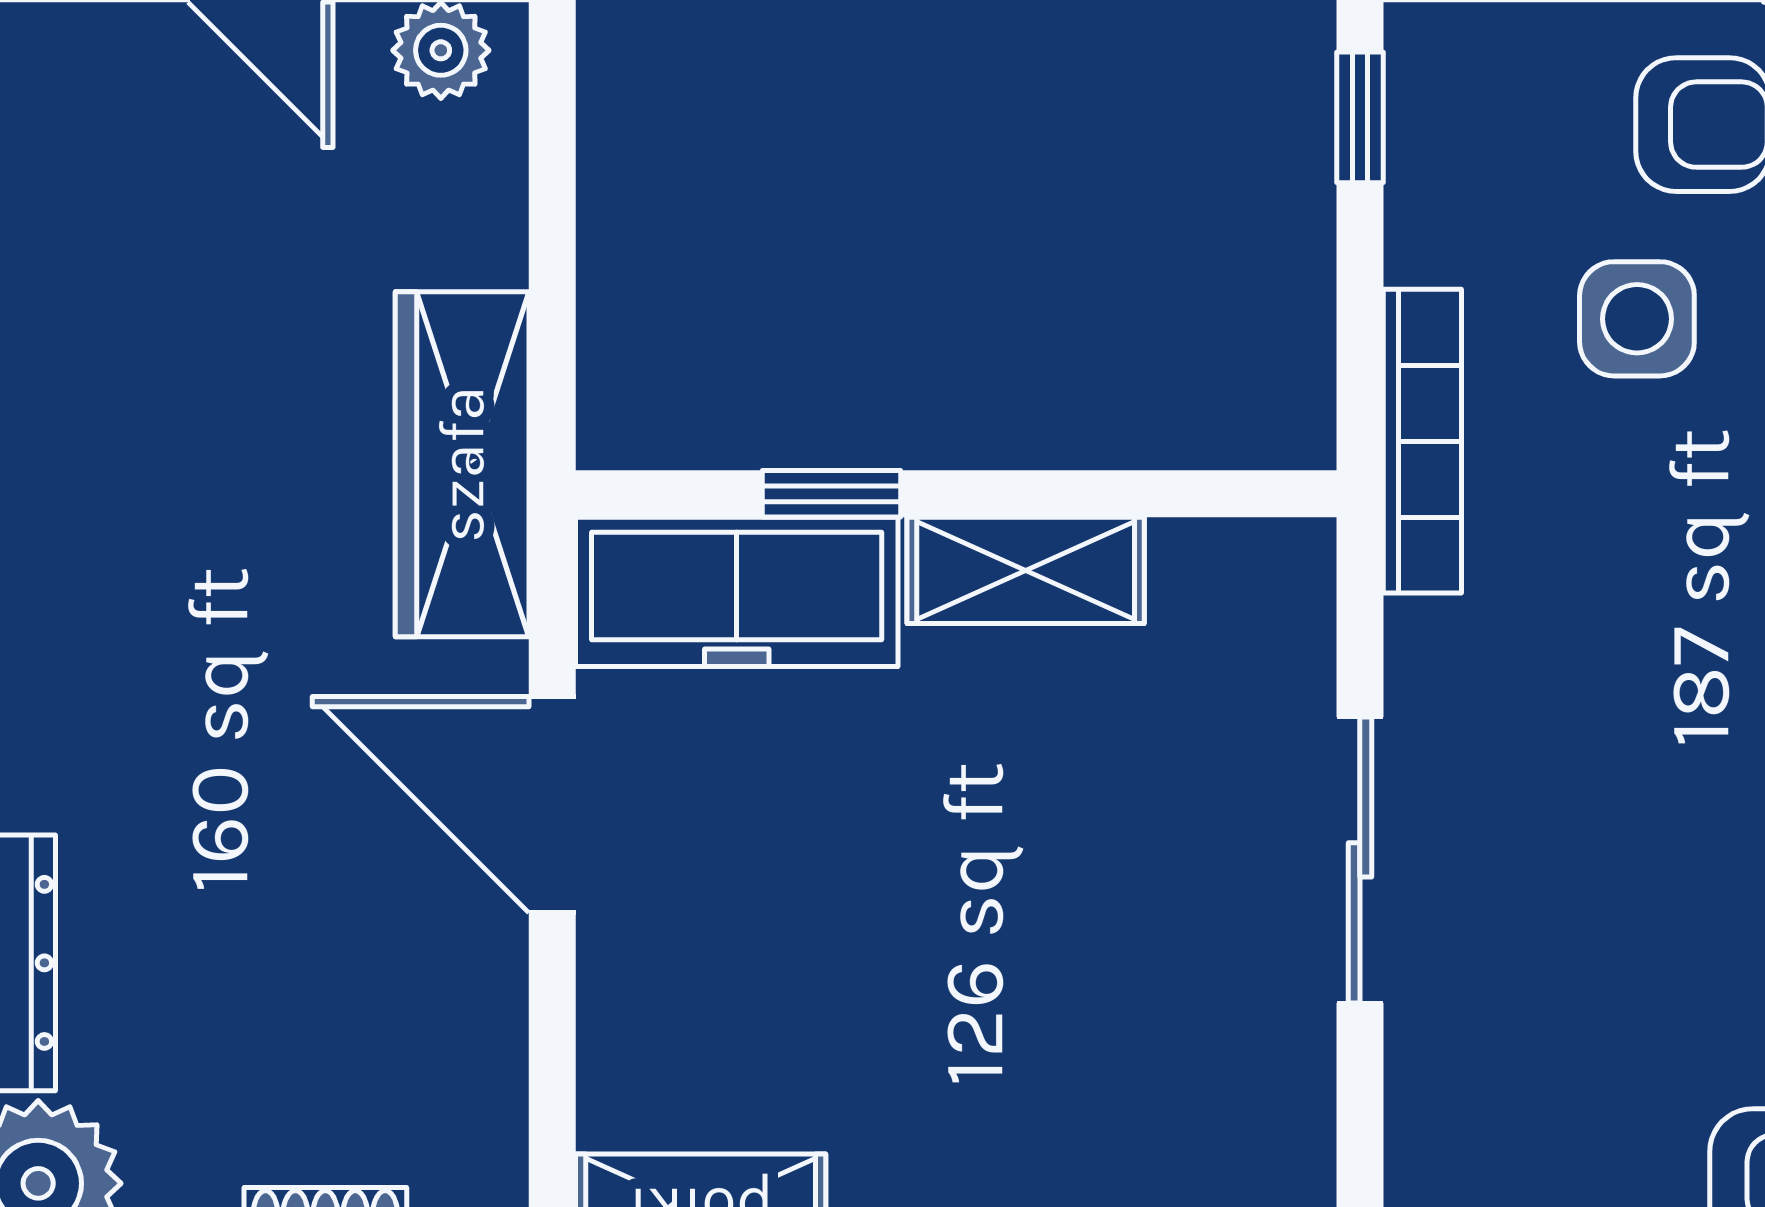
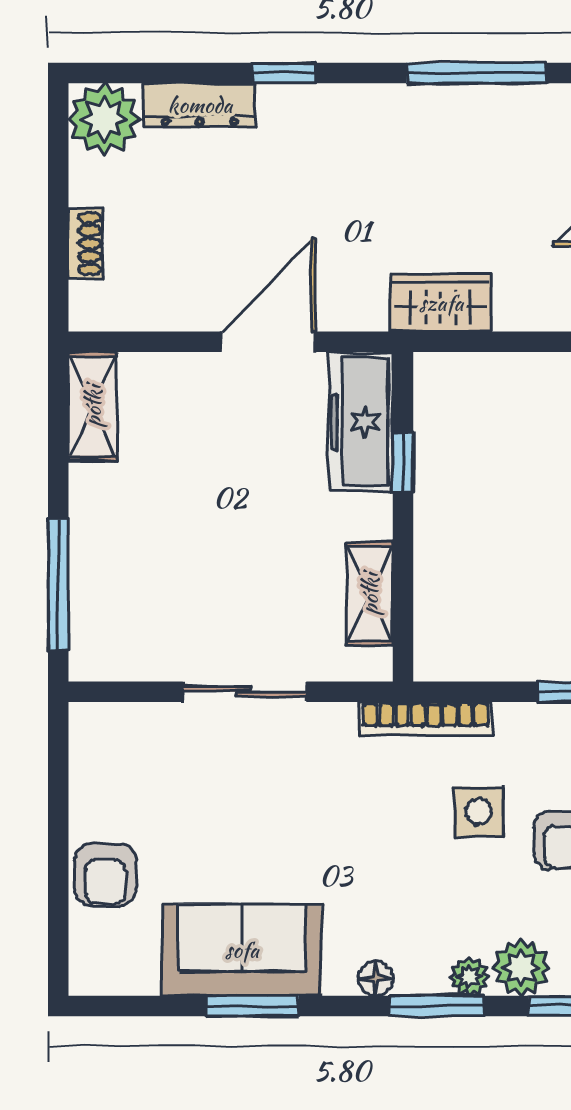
wardrobe: (462, 464) -> (441, 303), width x0.67
shelving: (1026, 570) -> (370, 594), moved

